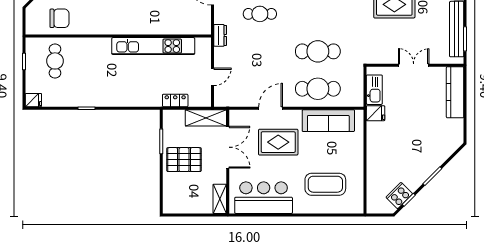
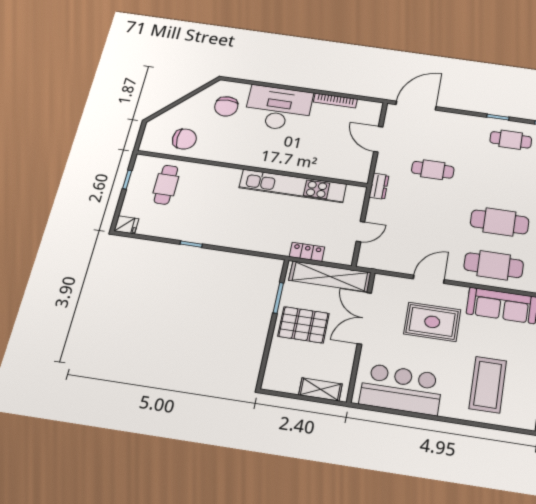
shelving: (206, 118) -> (330, 276), width x1.47
double door: (228, 147) -> (364, 318), swing flipped
coffee table: (325, 184) -> (488, 385), turned 90
shelving: (220, 199) -> (320, 389), moved, turned 90

